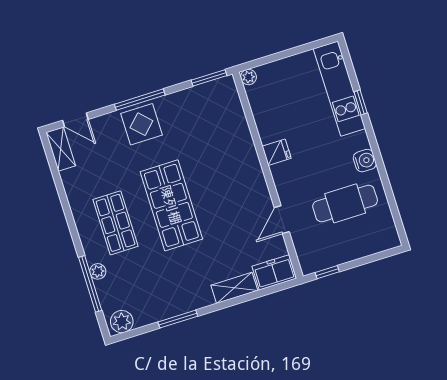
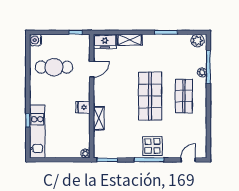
door: (75, 120) -> (188, 160), hinge flipped
shelving: (61, 149) -> (99, 118), moved
water cooler: (365, 161) -> (36, 40), moved

